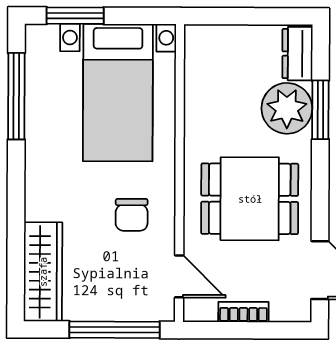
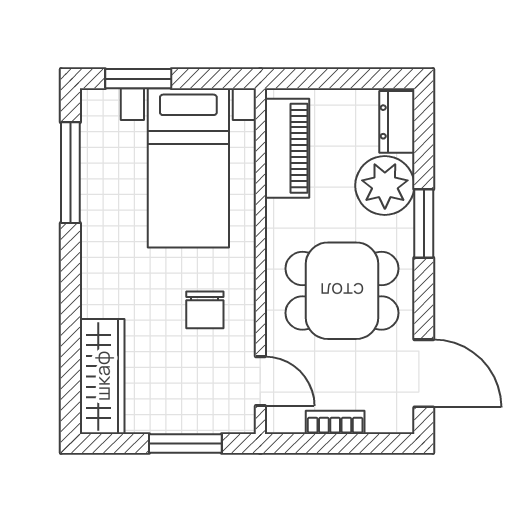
piano: (203, 76) -> (287, 148), added
window: (320, 110) -> (424, 223), moved
window: (114, 330) -> (185, 443), width x0.69

